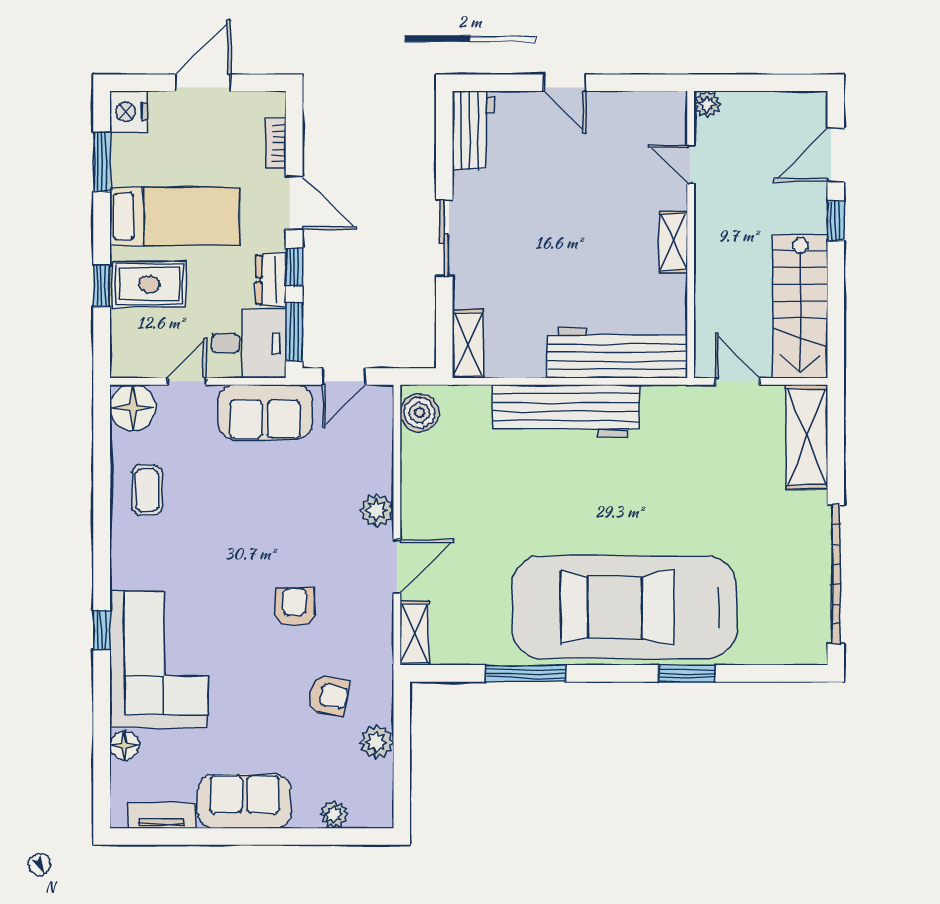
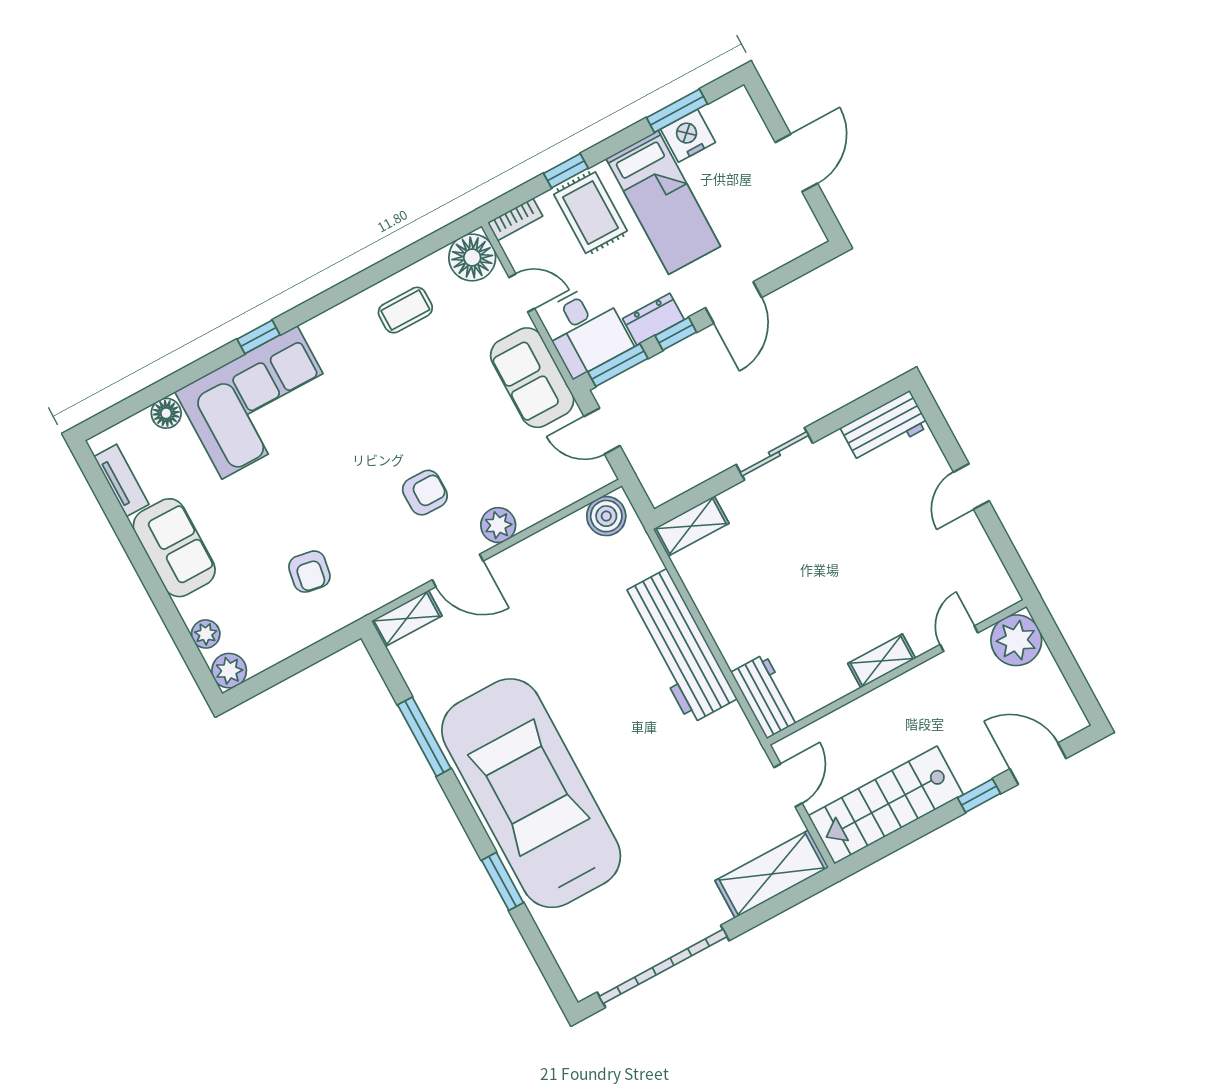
door: (203, 83) -> (796, 163), hinge flipped
plant: (707, 104) -> (1016, 640), width x1.87, depth x1.87
nightstand: (128, 112) -> (688, 136), moved
bookcase: (276, 143) -> (515, 219), moved, turned 180
workbench: (617, 353) -> (766, 696), width x0.53, depth x0.76
armchair: (294, 607) -> (425, 493), moved
plant: (377, 742) -> (229, 671), moved

